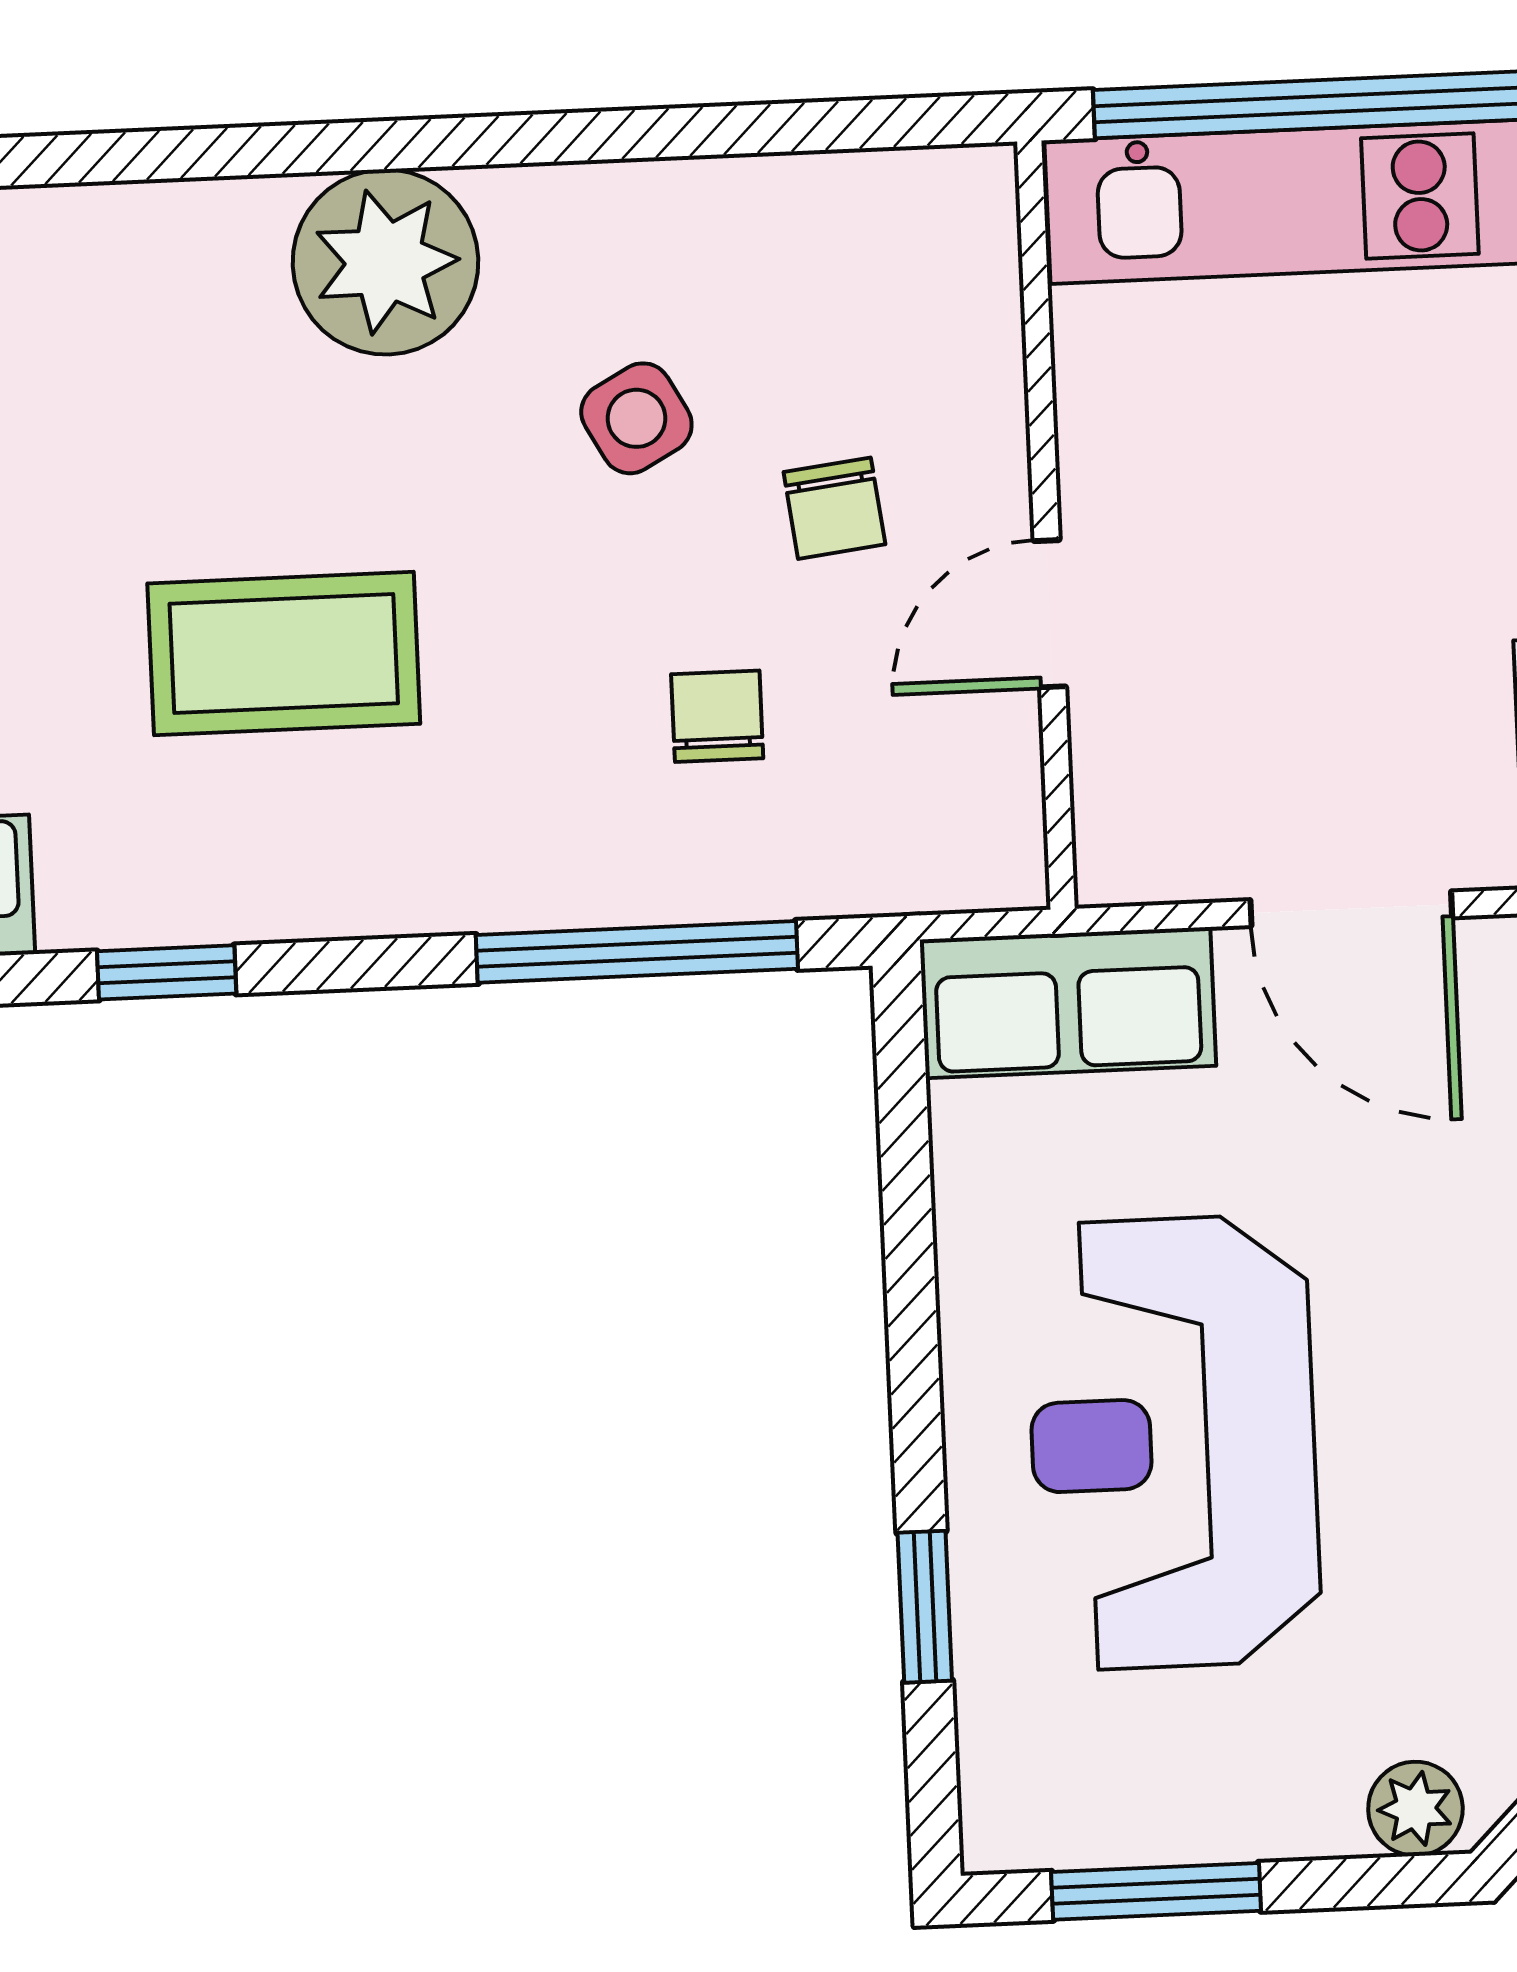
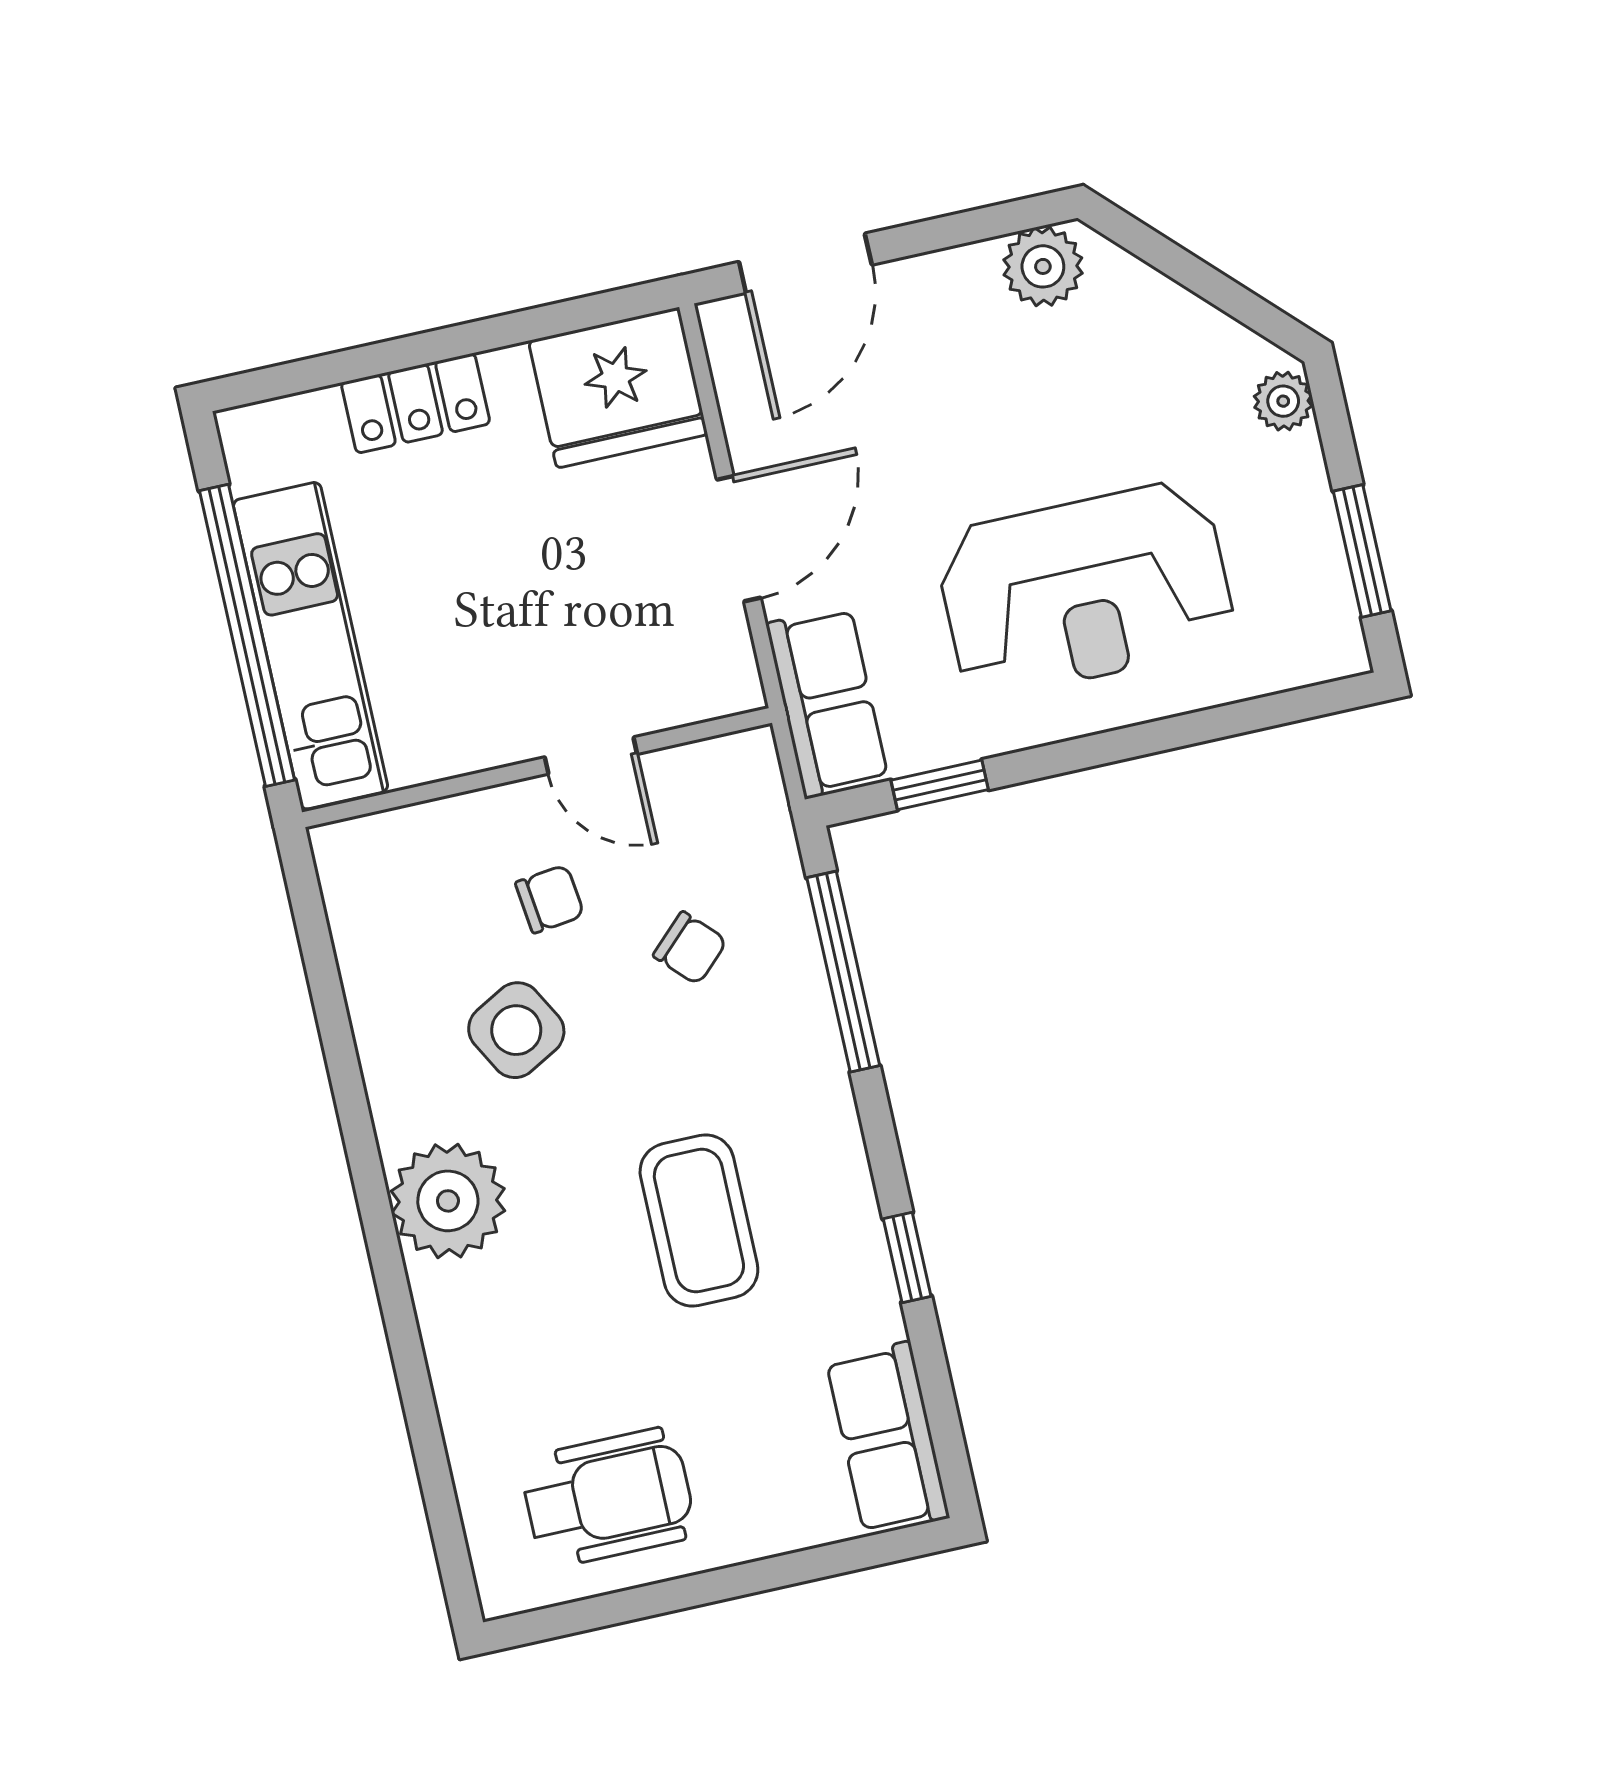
side table: (636, 418) -> (516, 1030), width x1.37, depth x1.37
chair: (717, 716) -> (690, 948), turned -134
window: (925, 1607) -> (940, 785), moved

